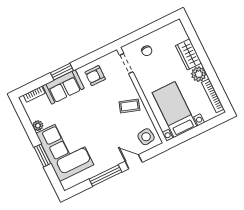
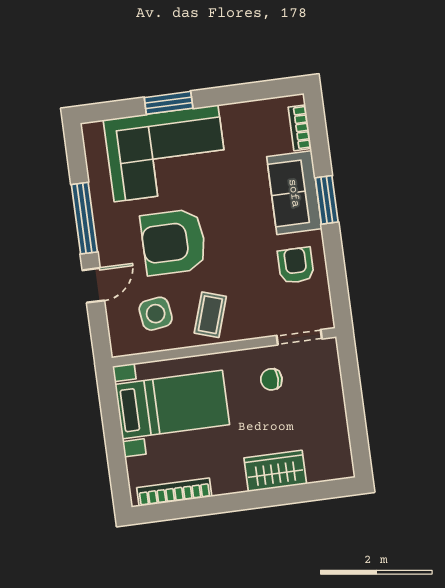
chair: (147, 51) -> (271, 379), moved
plant: (199, 74) -> (228, 478), removed
plant: (38, 126) -> (233, 114), removed
armchair: (103, 133) -> (174, 242), added
side table: (146, 137) -> (156, 314), moved

